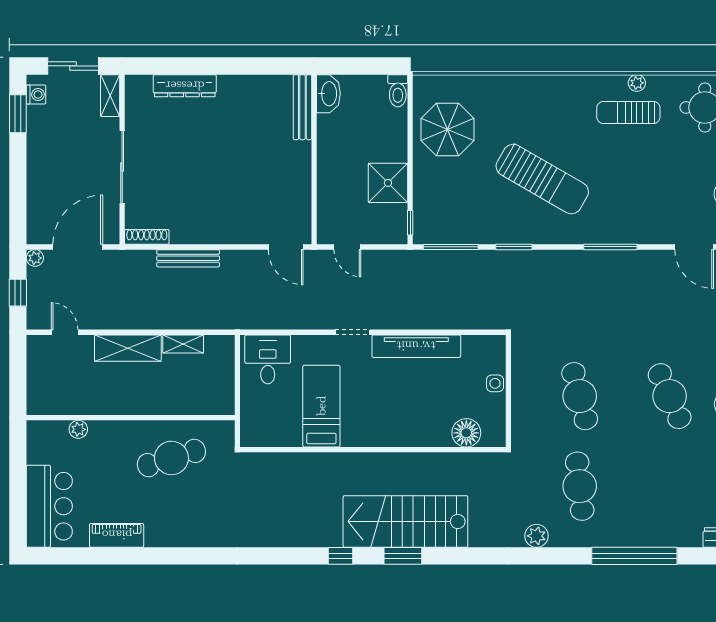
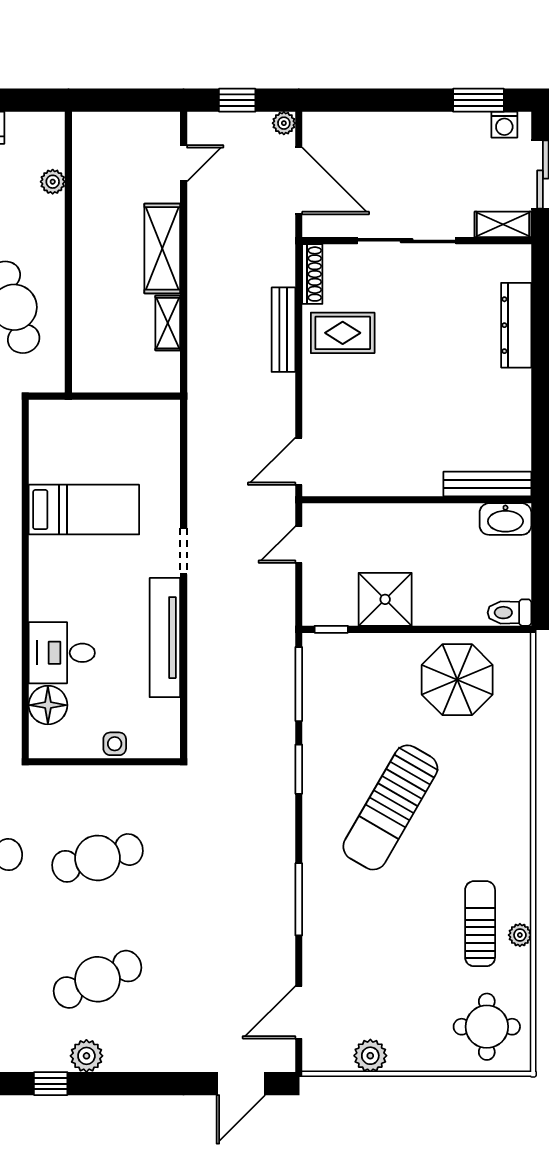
rug: (190, 214) -> (343, 333), added
desk: (268, 359) -> (62, 653), moved, turned 180

